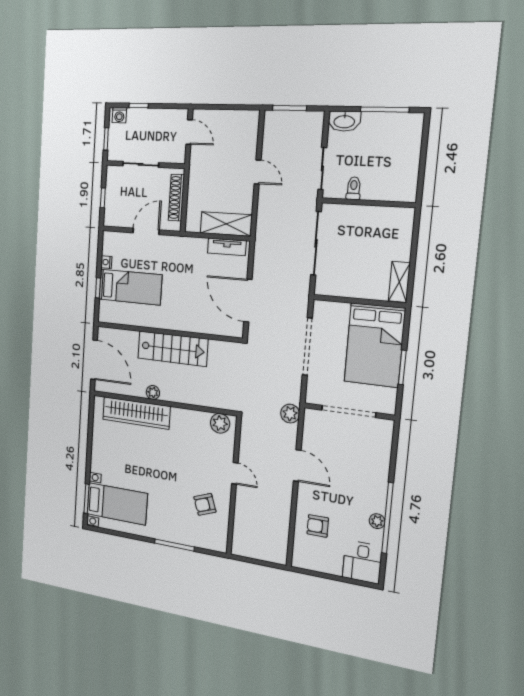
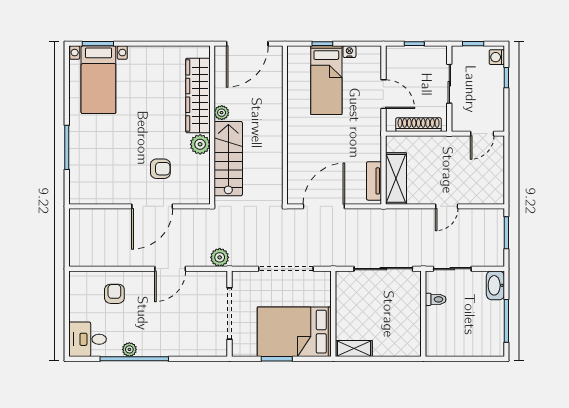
stairs: (173, 349) -> (228, 159), moved, turned 180
plant: (220, 423) -> (200, 144), moved
door: (235, 473) -> (152, 206), width x1.87
armchair: (205, 504) -> (160, 169), moved, turned 110

